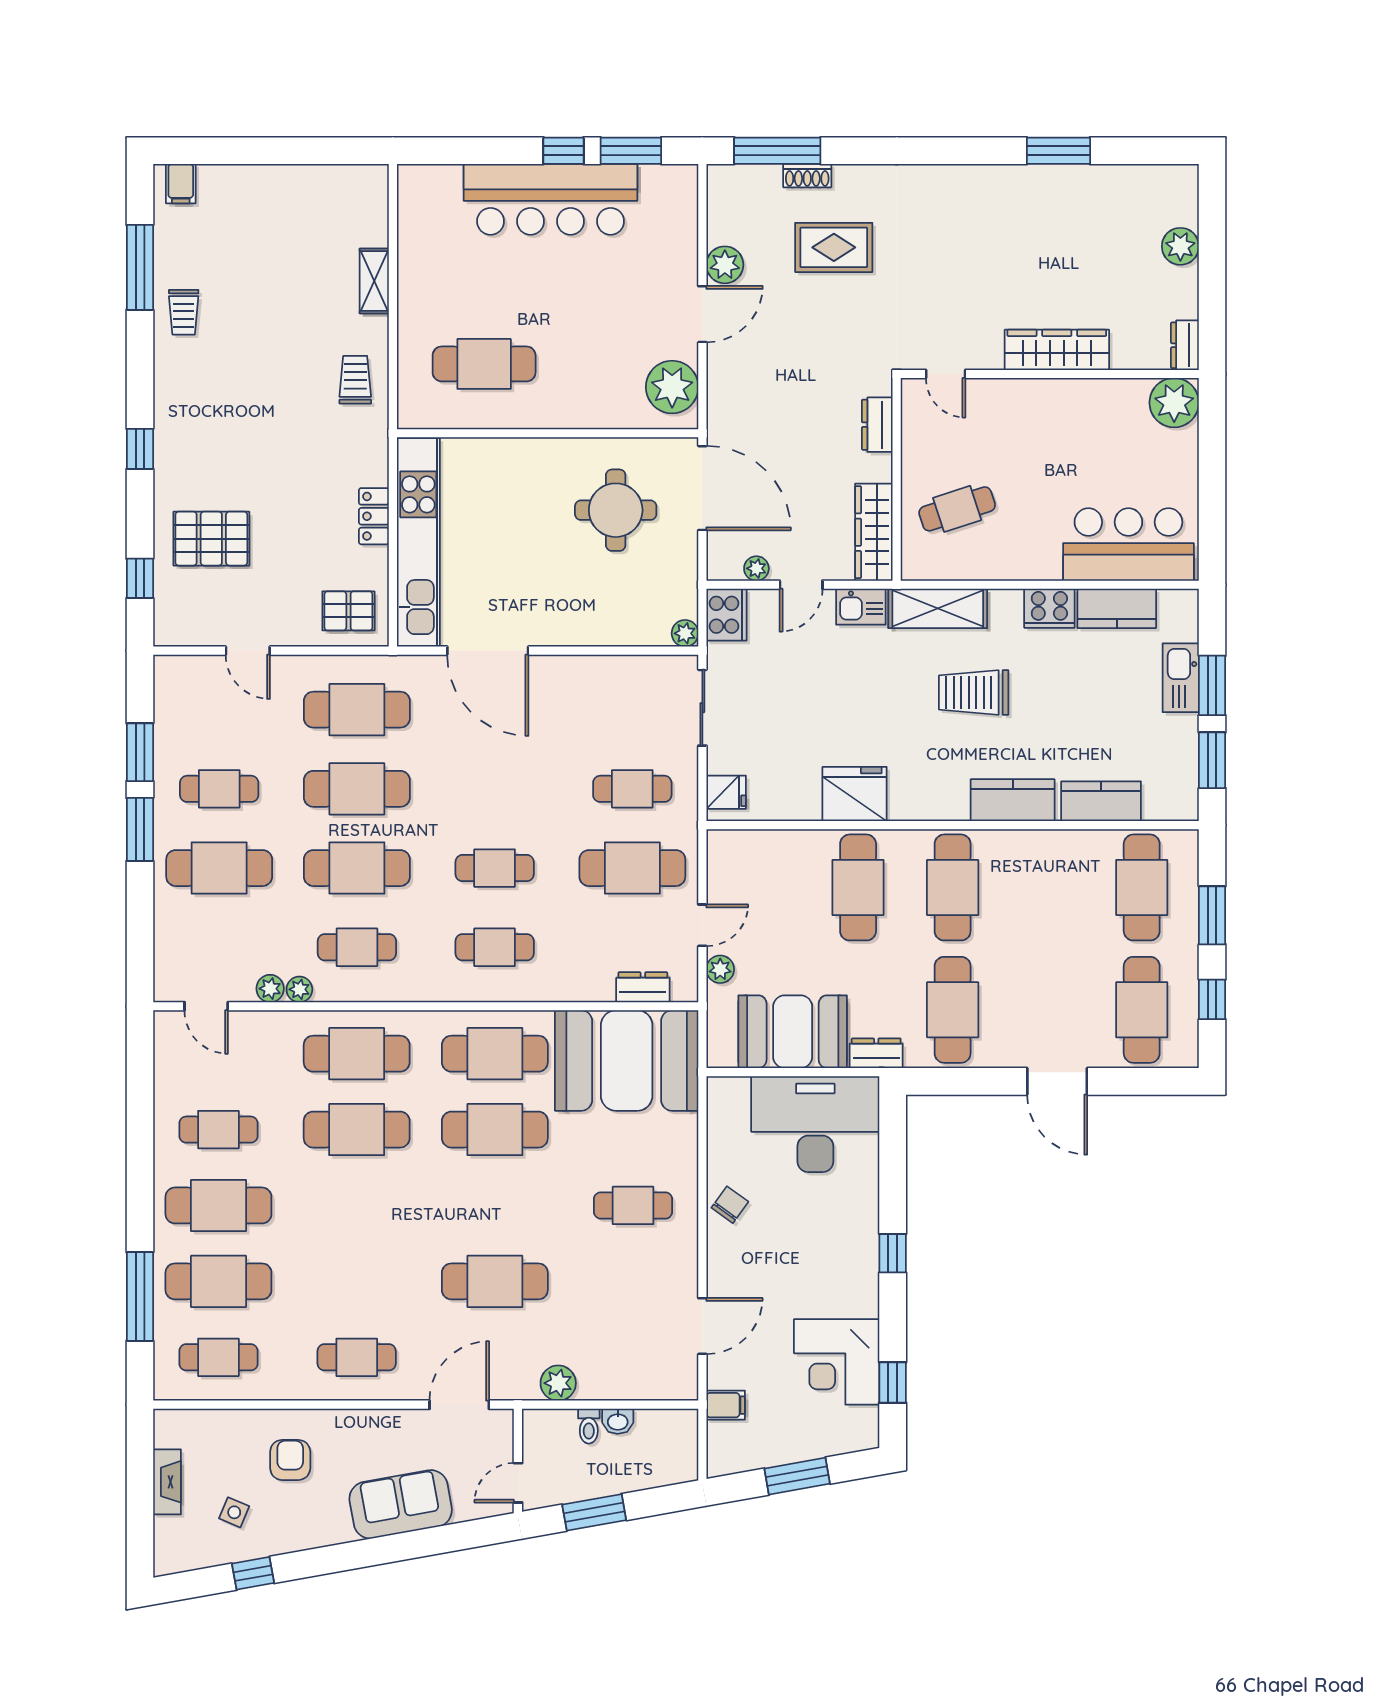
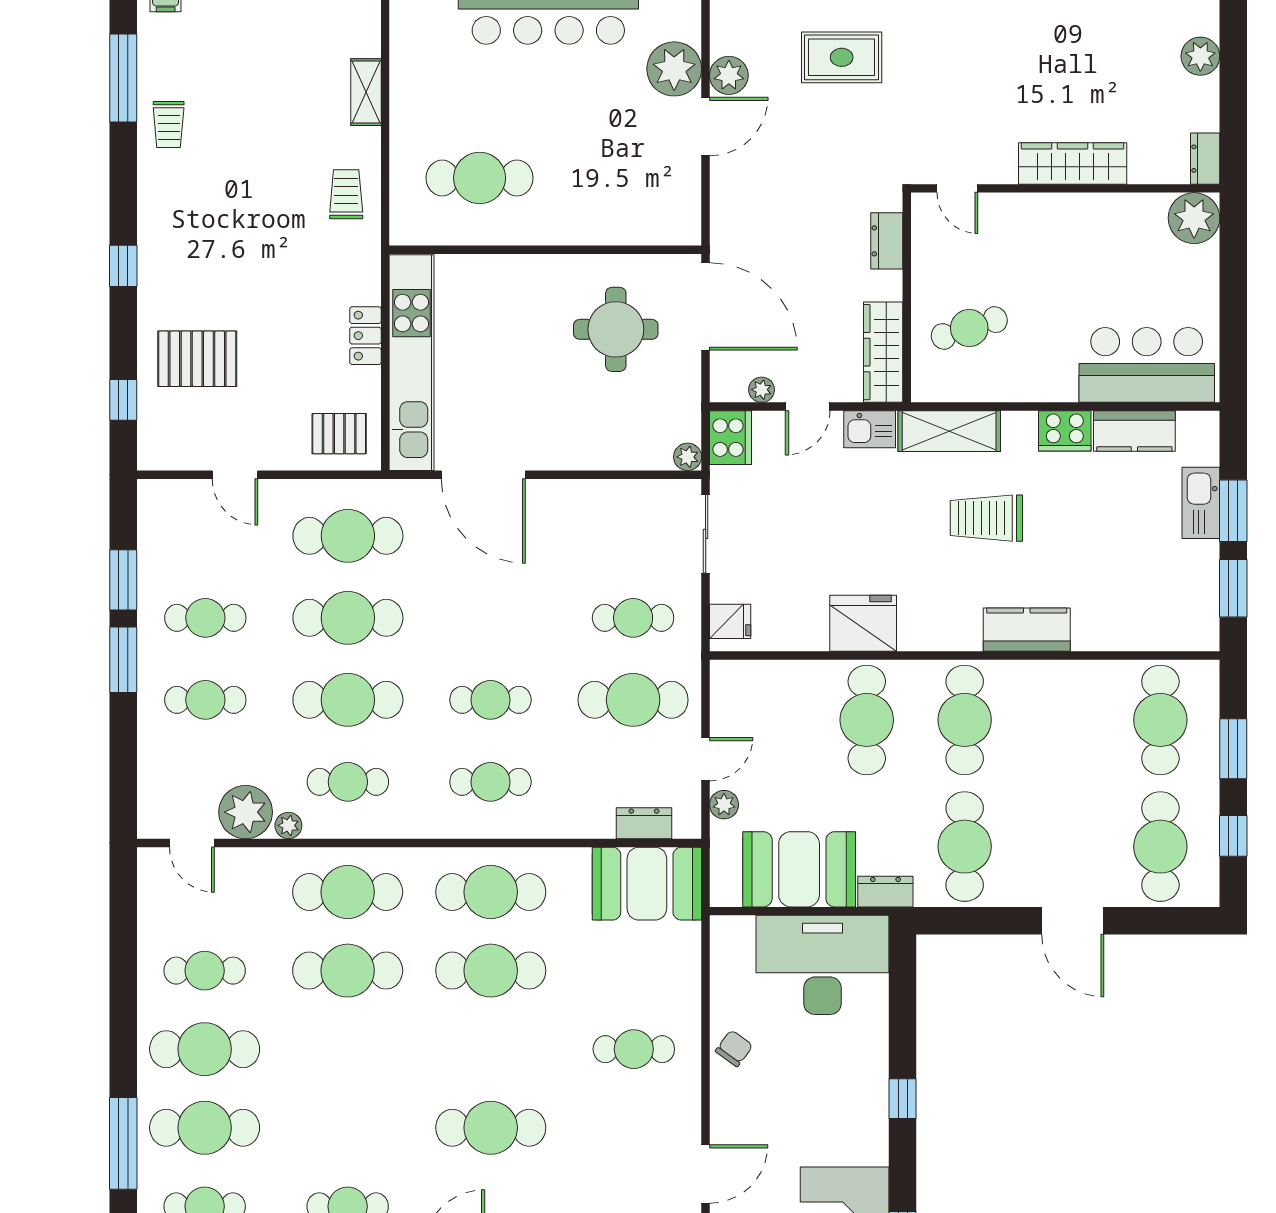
plant: (672, 387) -> (674, 69), moved
kitchen counter: (1101, 801) -> (1118, 631), removed
cafe table: (219, 868) -> (205, 700), width x0.73, depth x0.74
plant: (270, 989) -> (246, 812), width x1.88, depth x1.88
booth: (627, 1061) -> (647, 884), width x0.73, depth x0.70

